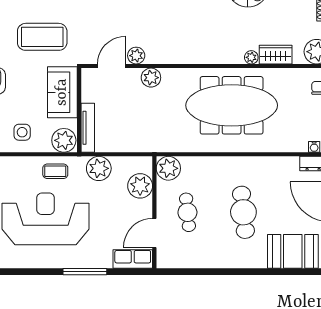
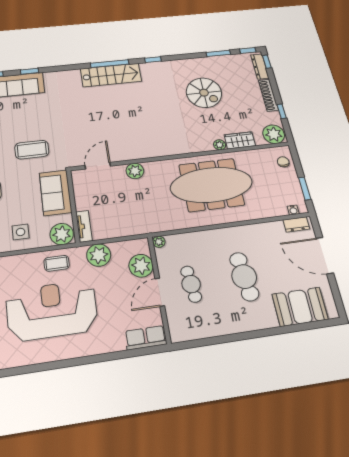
coffee table: (42, 37) -> (32, 150), width x0.73, depth x0.76
plant: (136, 56) -> (119, 155), removed
tv unit: (88, 128) -> (84, 226), width x0.71
plant: (168, 168) -> (159, 242), width x0.53, depth x0.53
door: (154, 233) -> (160, 292), moved
window: (85, 272) -> (99, 358), removed

